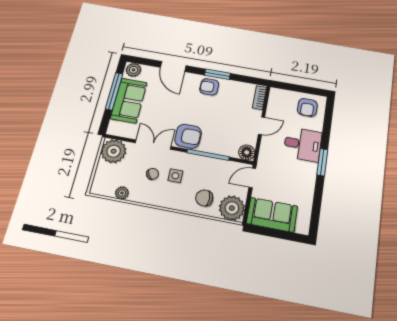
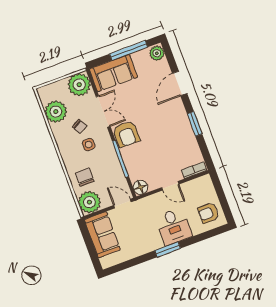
armchair: (209, 87) -> (179, 124), removed
sofa: (129, 101) -> (113, 73), moved
plant: (122, 193) -> (56, 112), width x1.88, depth x1.88

